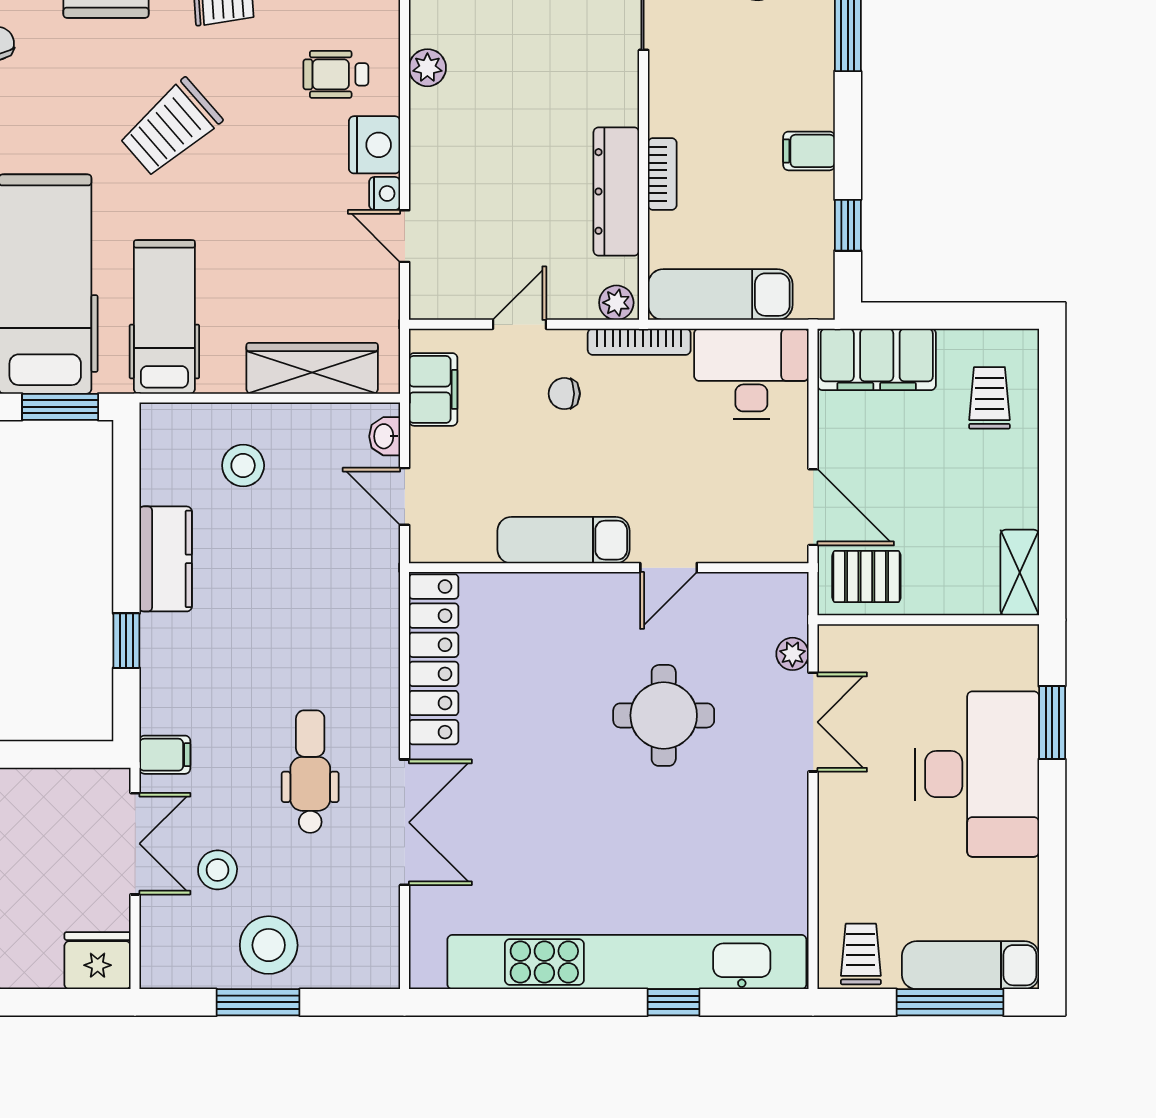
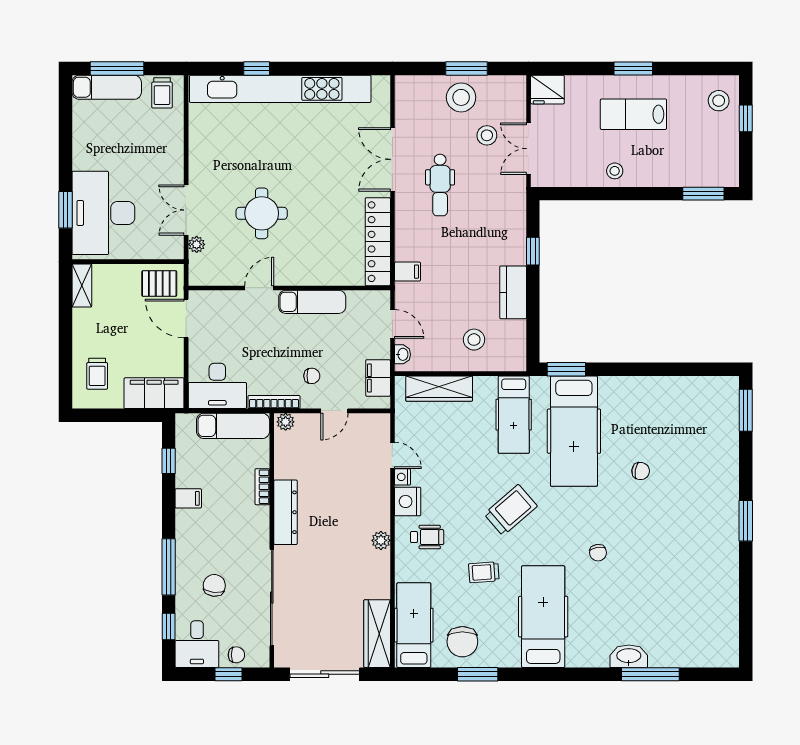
dresser: (616, 191) -> (286, 512), moved
filing cabinet: (165, 755) -> (407, 272), moved, turned 180
desk: (977, 774) -> (103, 213), moved

